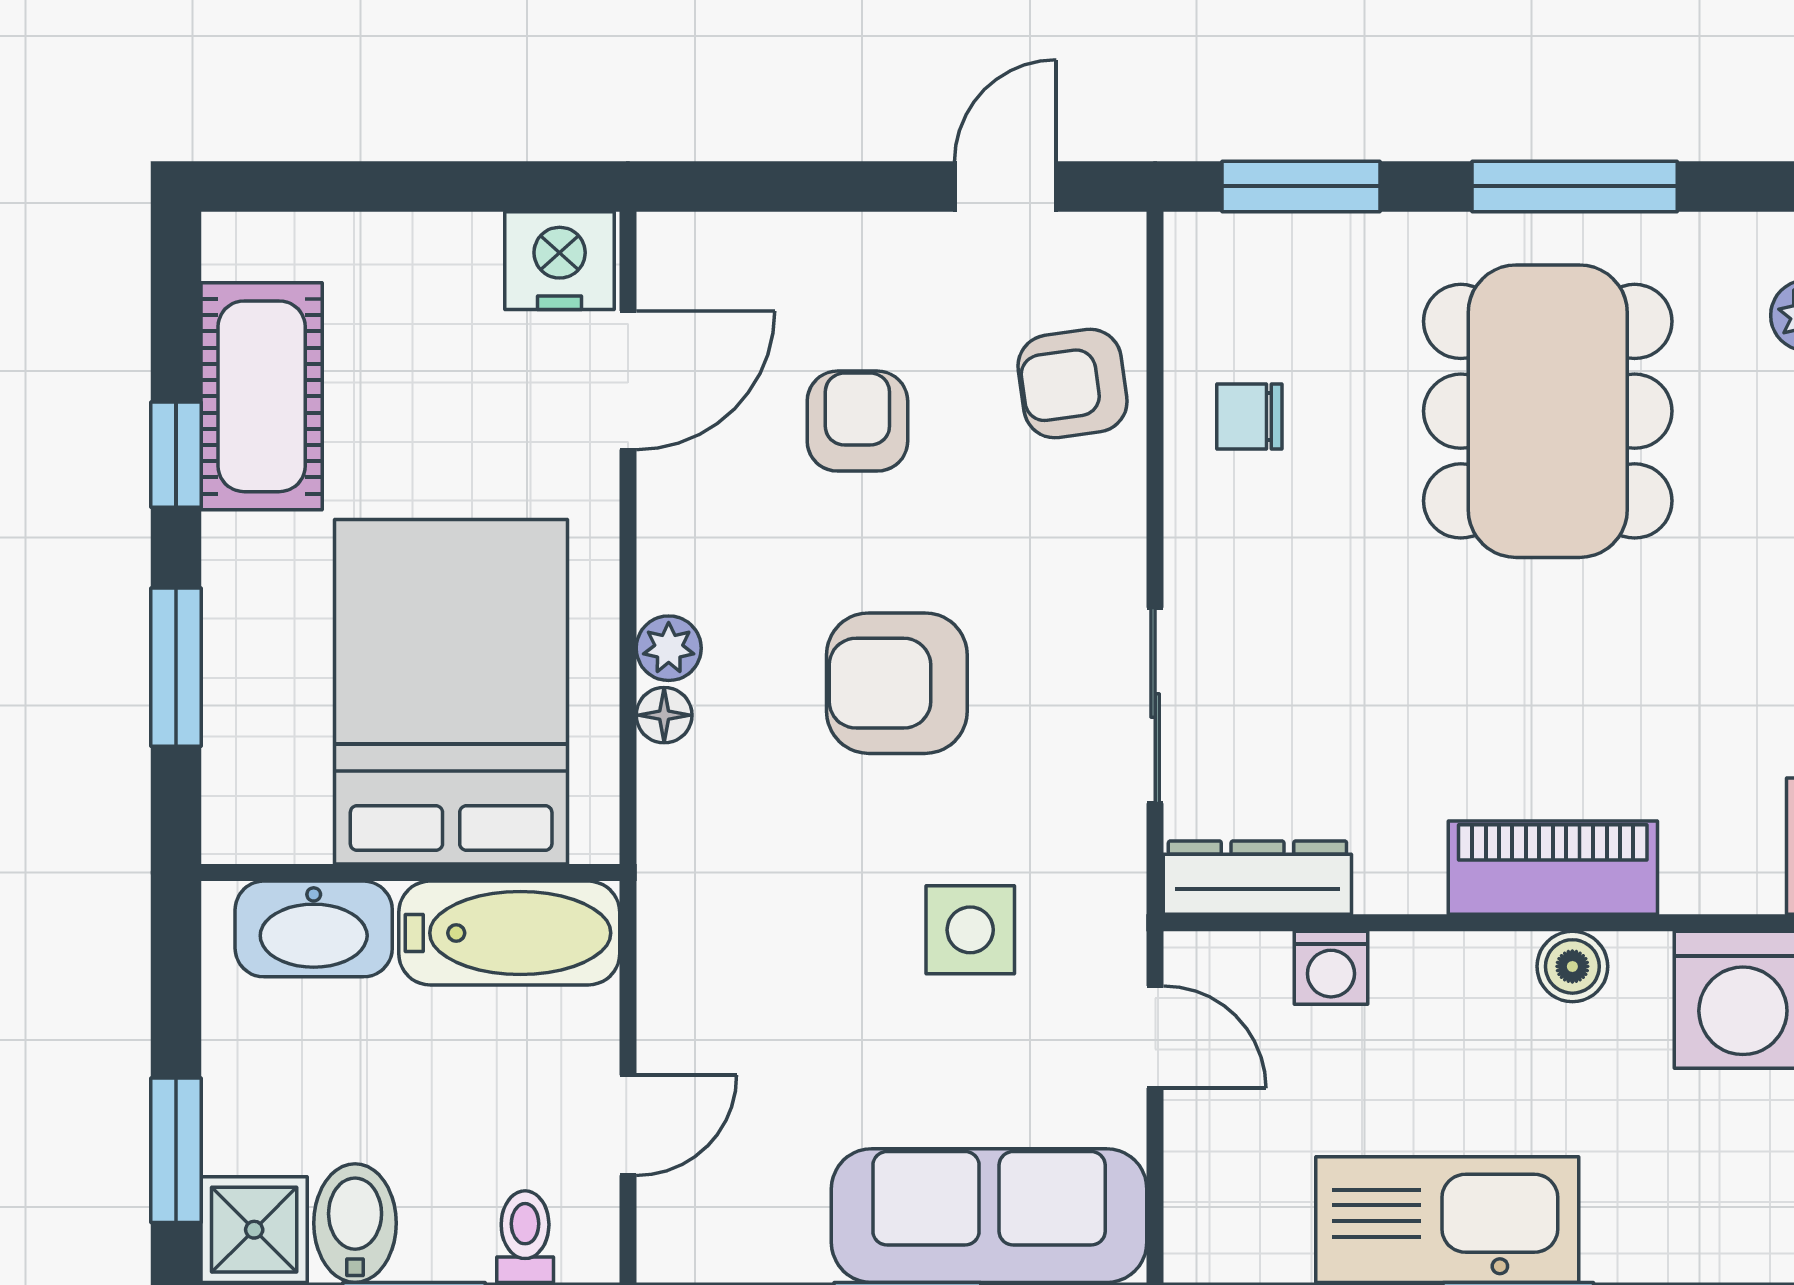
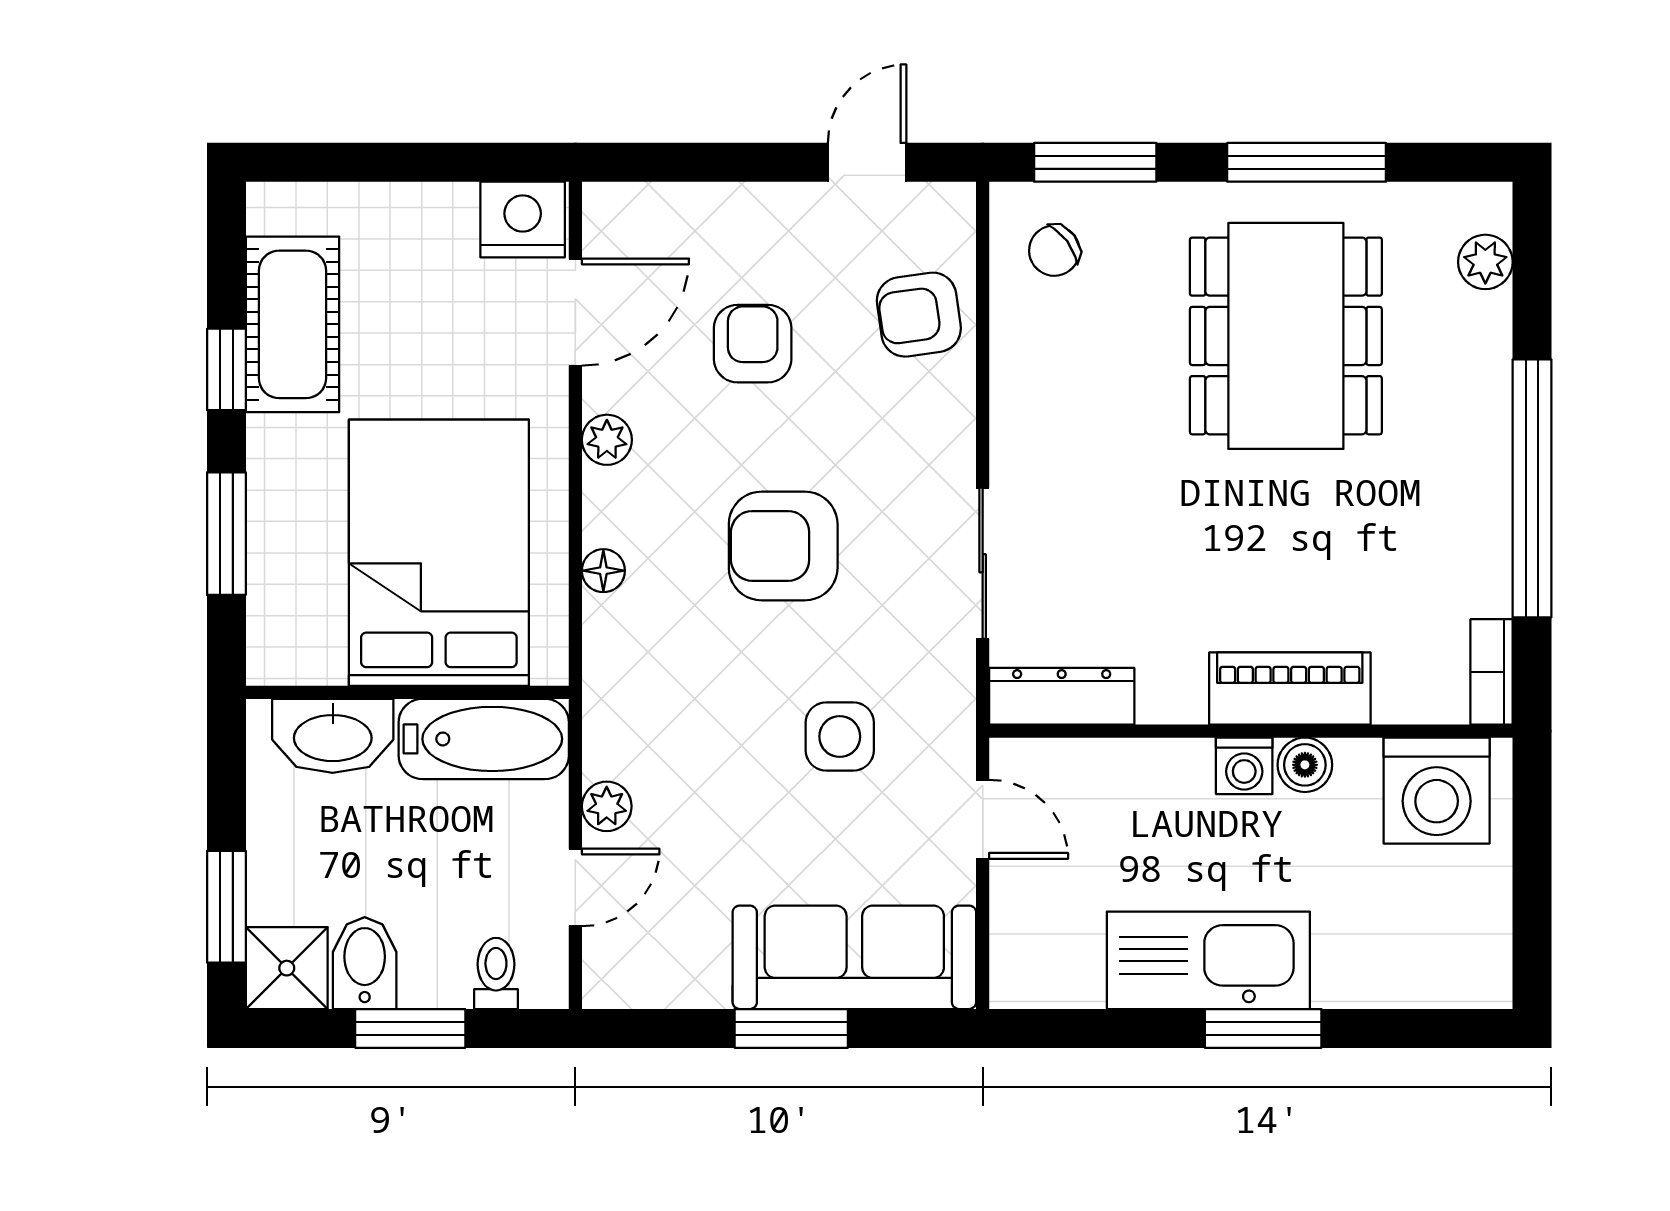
chair: (1249, 417) -> (1054, 251), moved, turned -37
plant: (669, 648) -> (607, 440), moved
washing machine: (1331, 968) -> (1244, 766), moved
plant: (668, 1020) -> (607, 806), added

